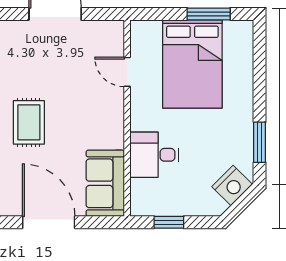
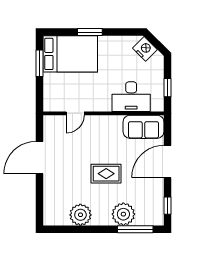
bed: (192, 64) -> (70, 54), moved
window: (260, 142) -> (90, 32), moved
desk: (154, 155) -> (131, 97), width x1.37

